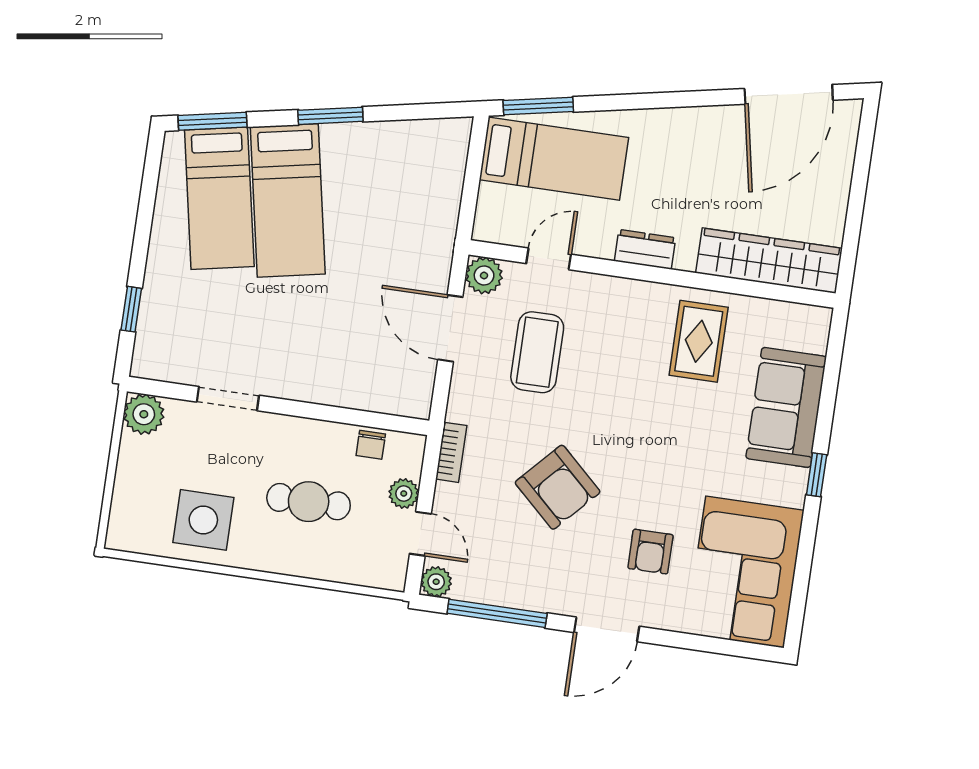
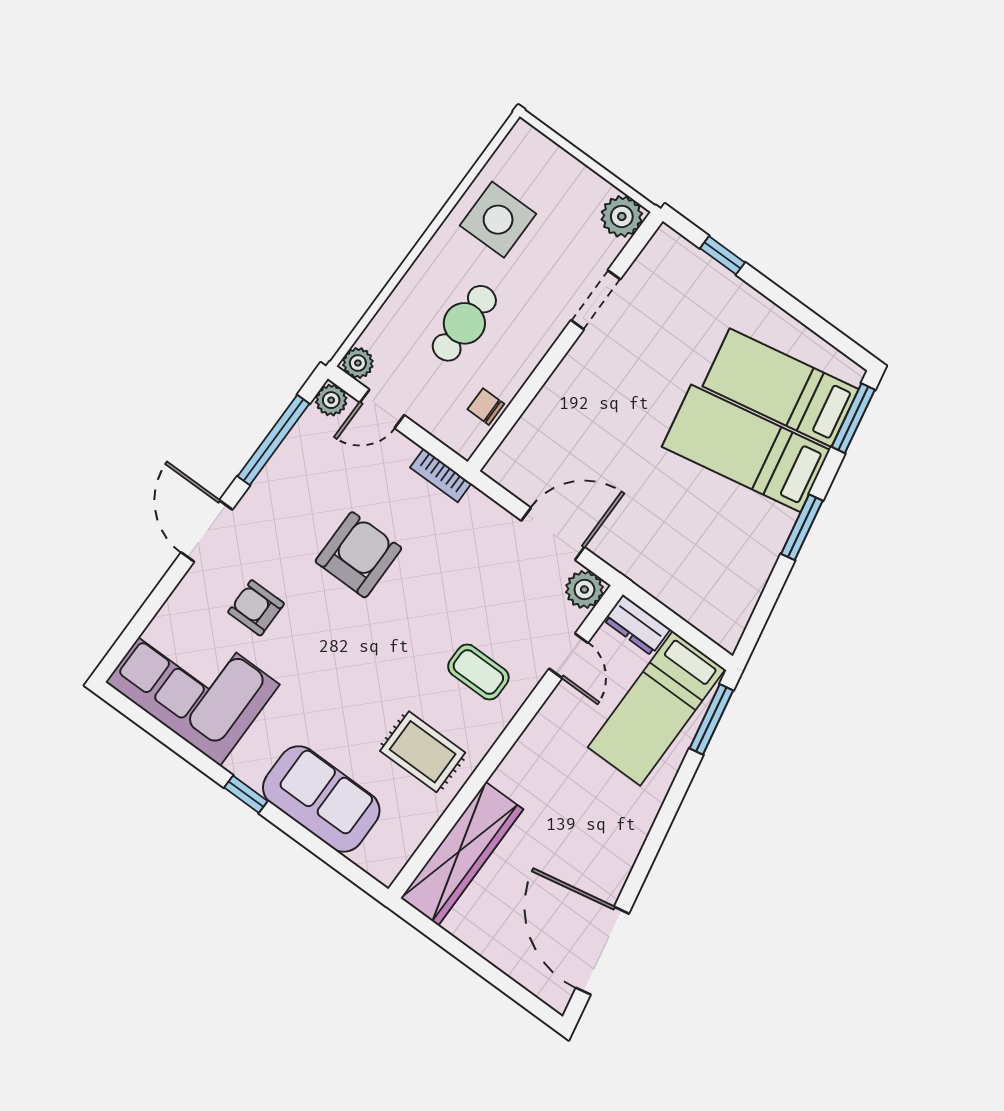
dresser: (645, 249) -> (637, 625), moved, turned 90
coffee table: (537, 352) -> (478, 672), moved, width x0.73, depth x0.77
armchair: (558, 487) -> (358, 555), turned 137
plant: (404, 494) -> (358, 363), moved

